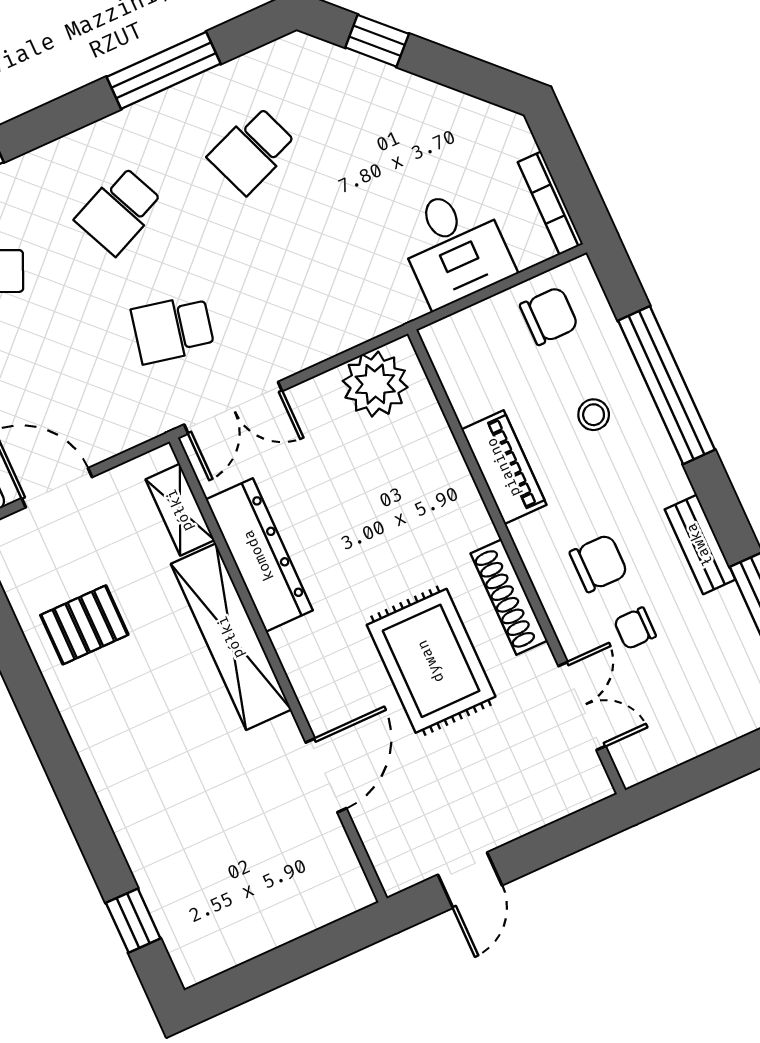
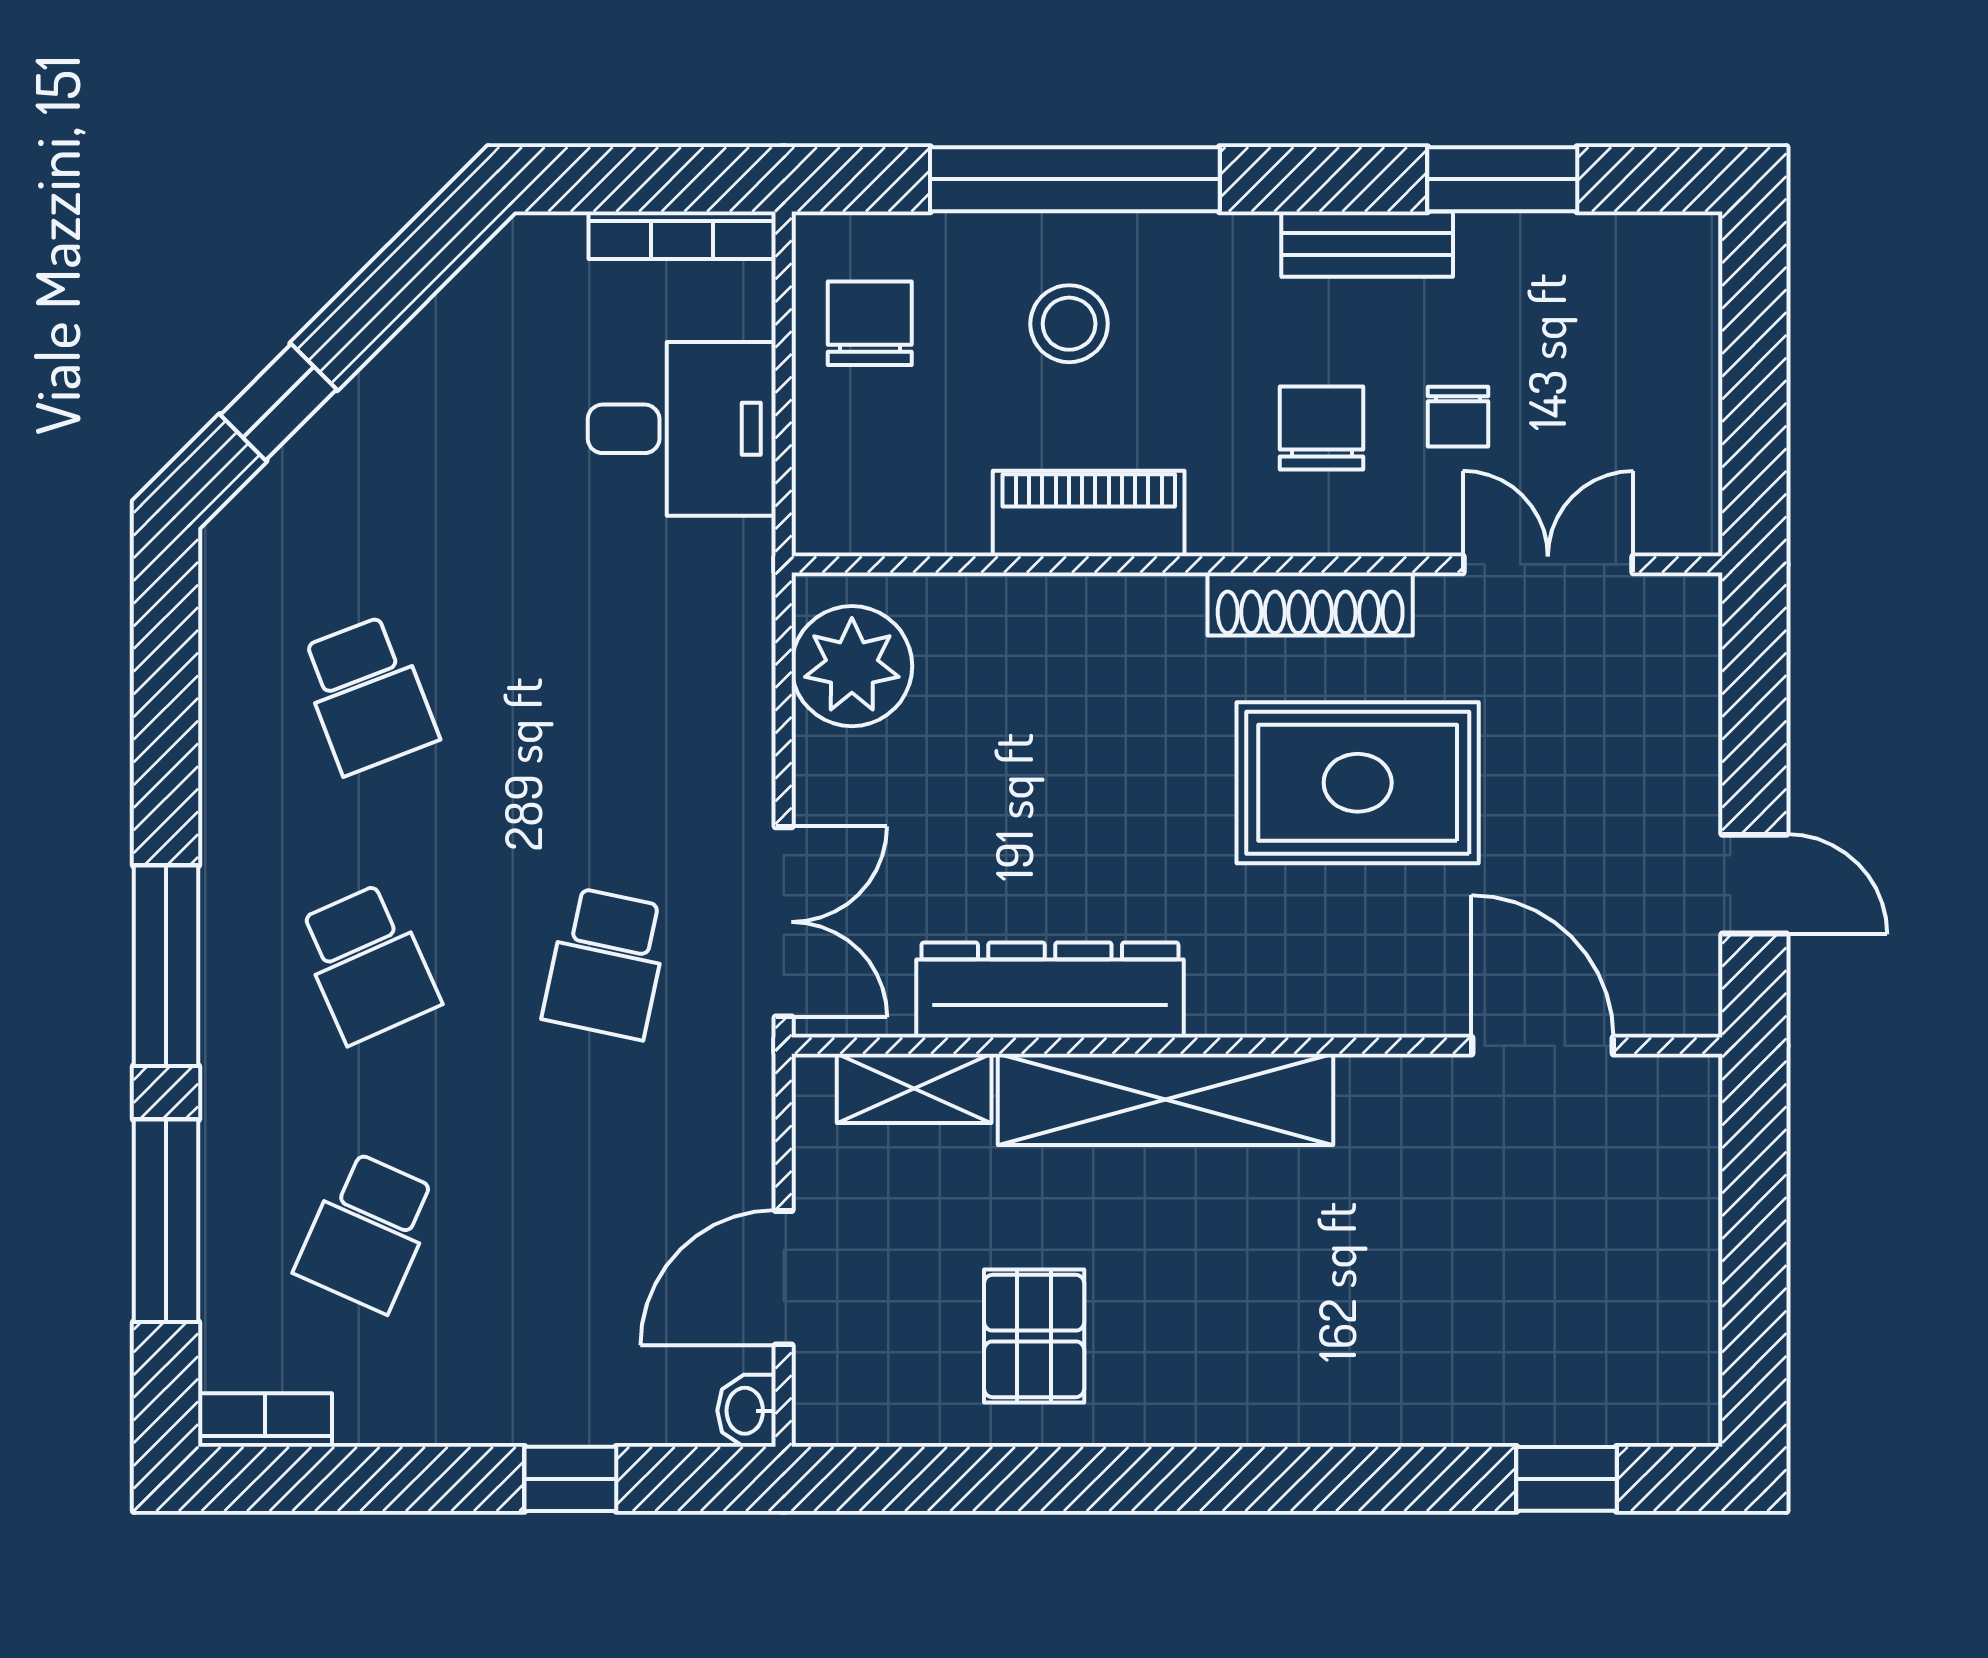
window: (164, 70) -> (166, 966), moved
stool: (594, 415) -> (1069, 324), width x1.37, depth x1.37
door: (326, 775) -> (1542, 1046), moved

